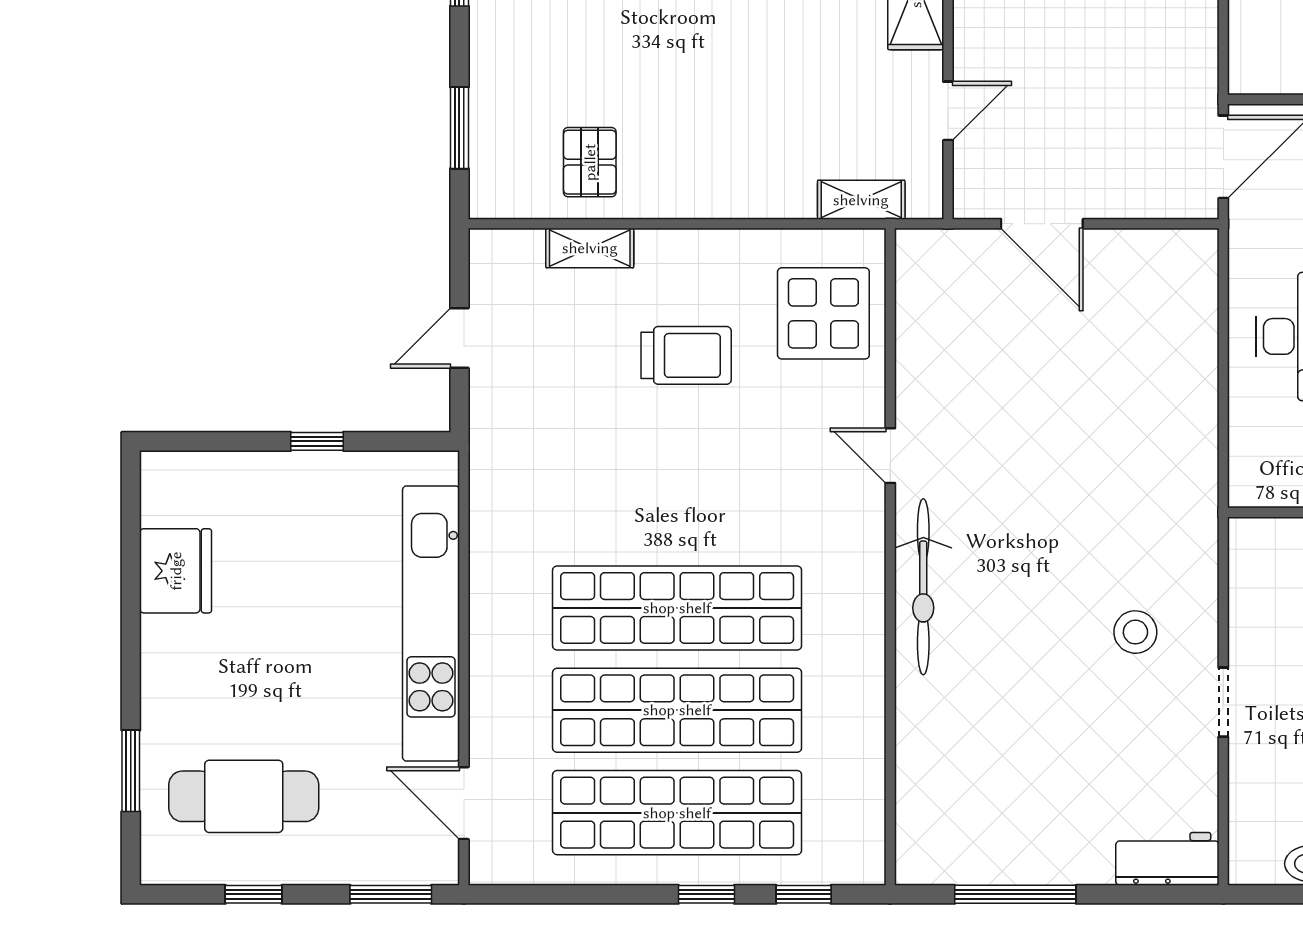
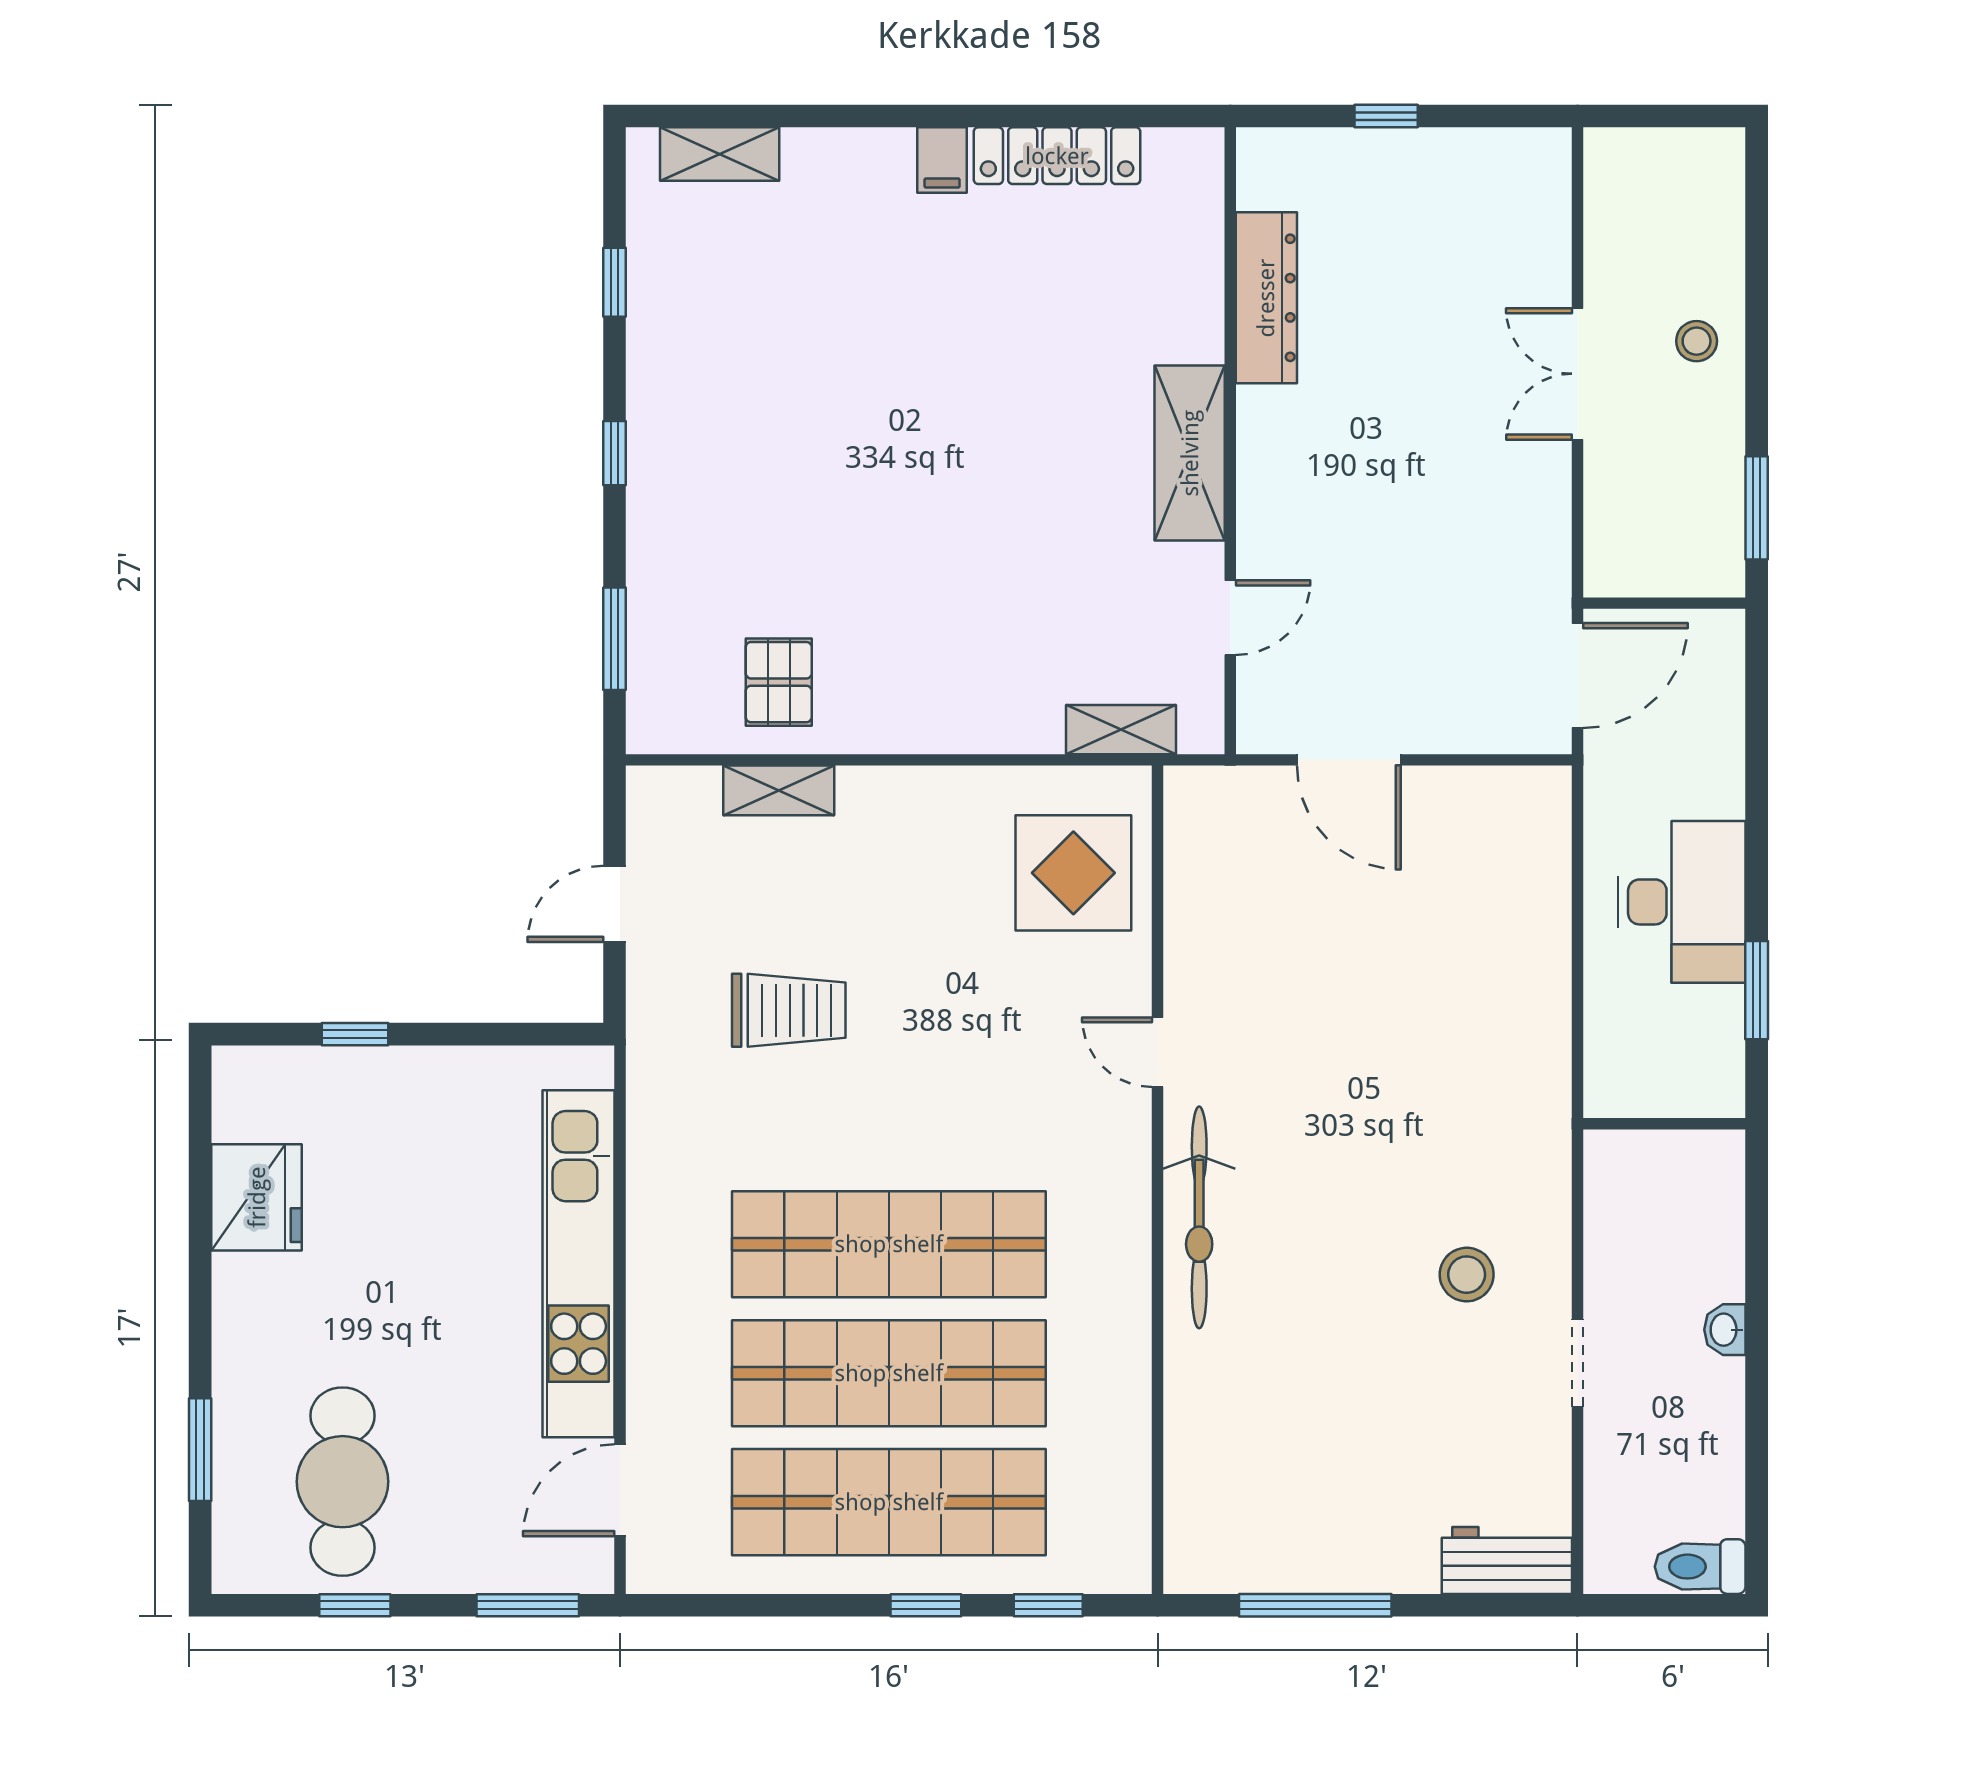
trolley: (686, 355) -> (789, 1010), moved
window: (317, 441) -> (355, 1034), moved
cafe table: (244, 796) -> (343, 1482), turned 90
door: (464, 803) -> (620, 1490), hinge flipped

